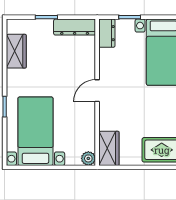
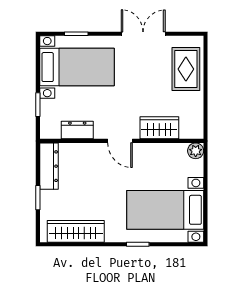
dresser: (107, 33) -> (77, 130), moved
wardrobe: (16, 51) -> (76, 231), width x1.50
wardrobe: (109, 148) -> (159, 128), moved

